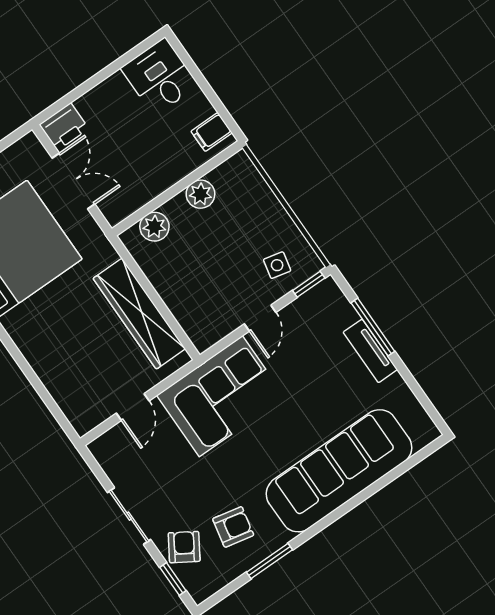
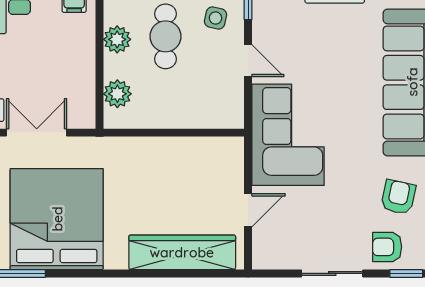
cafe table: (232, 234) -> (166, 36), added
wardrobe: (139, 314) -> (182, 252), moved, turned 180
door: (133, 407) -> (248, 210), hinge flipped
armchair: (184, 547) -> (387, 247), turned -32

